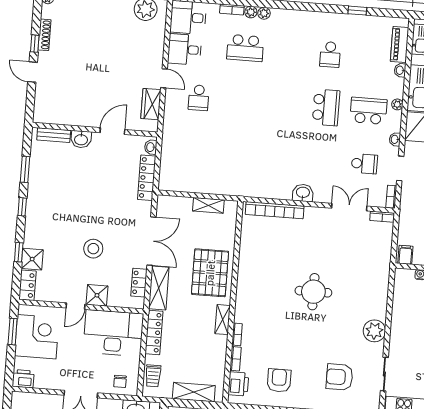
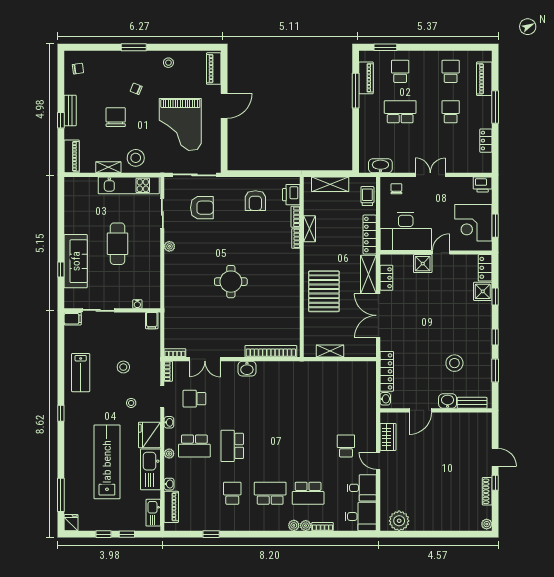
school desk: (245, 48) -> (308, 493), turned 180
school desk: (288, 51) -> (270, 493), added
stool: (93, 249) -> (454, 363), moved
shelving: (223, 320) -> (310, 229), moved
plant: (374, 331) -> (169, 246), width x0.53, depth x0.53

